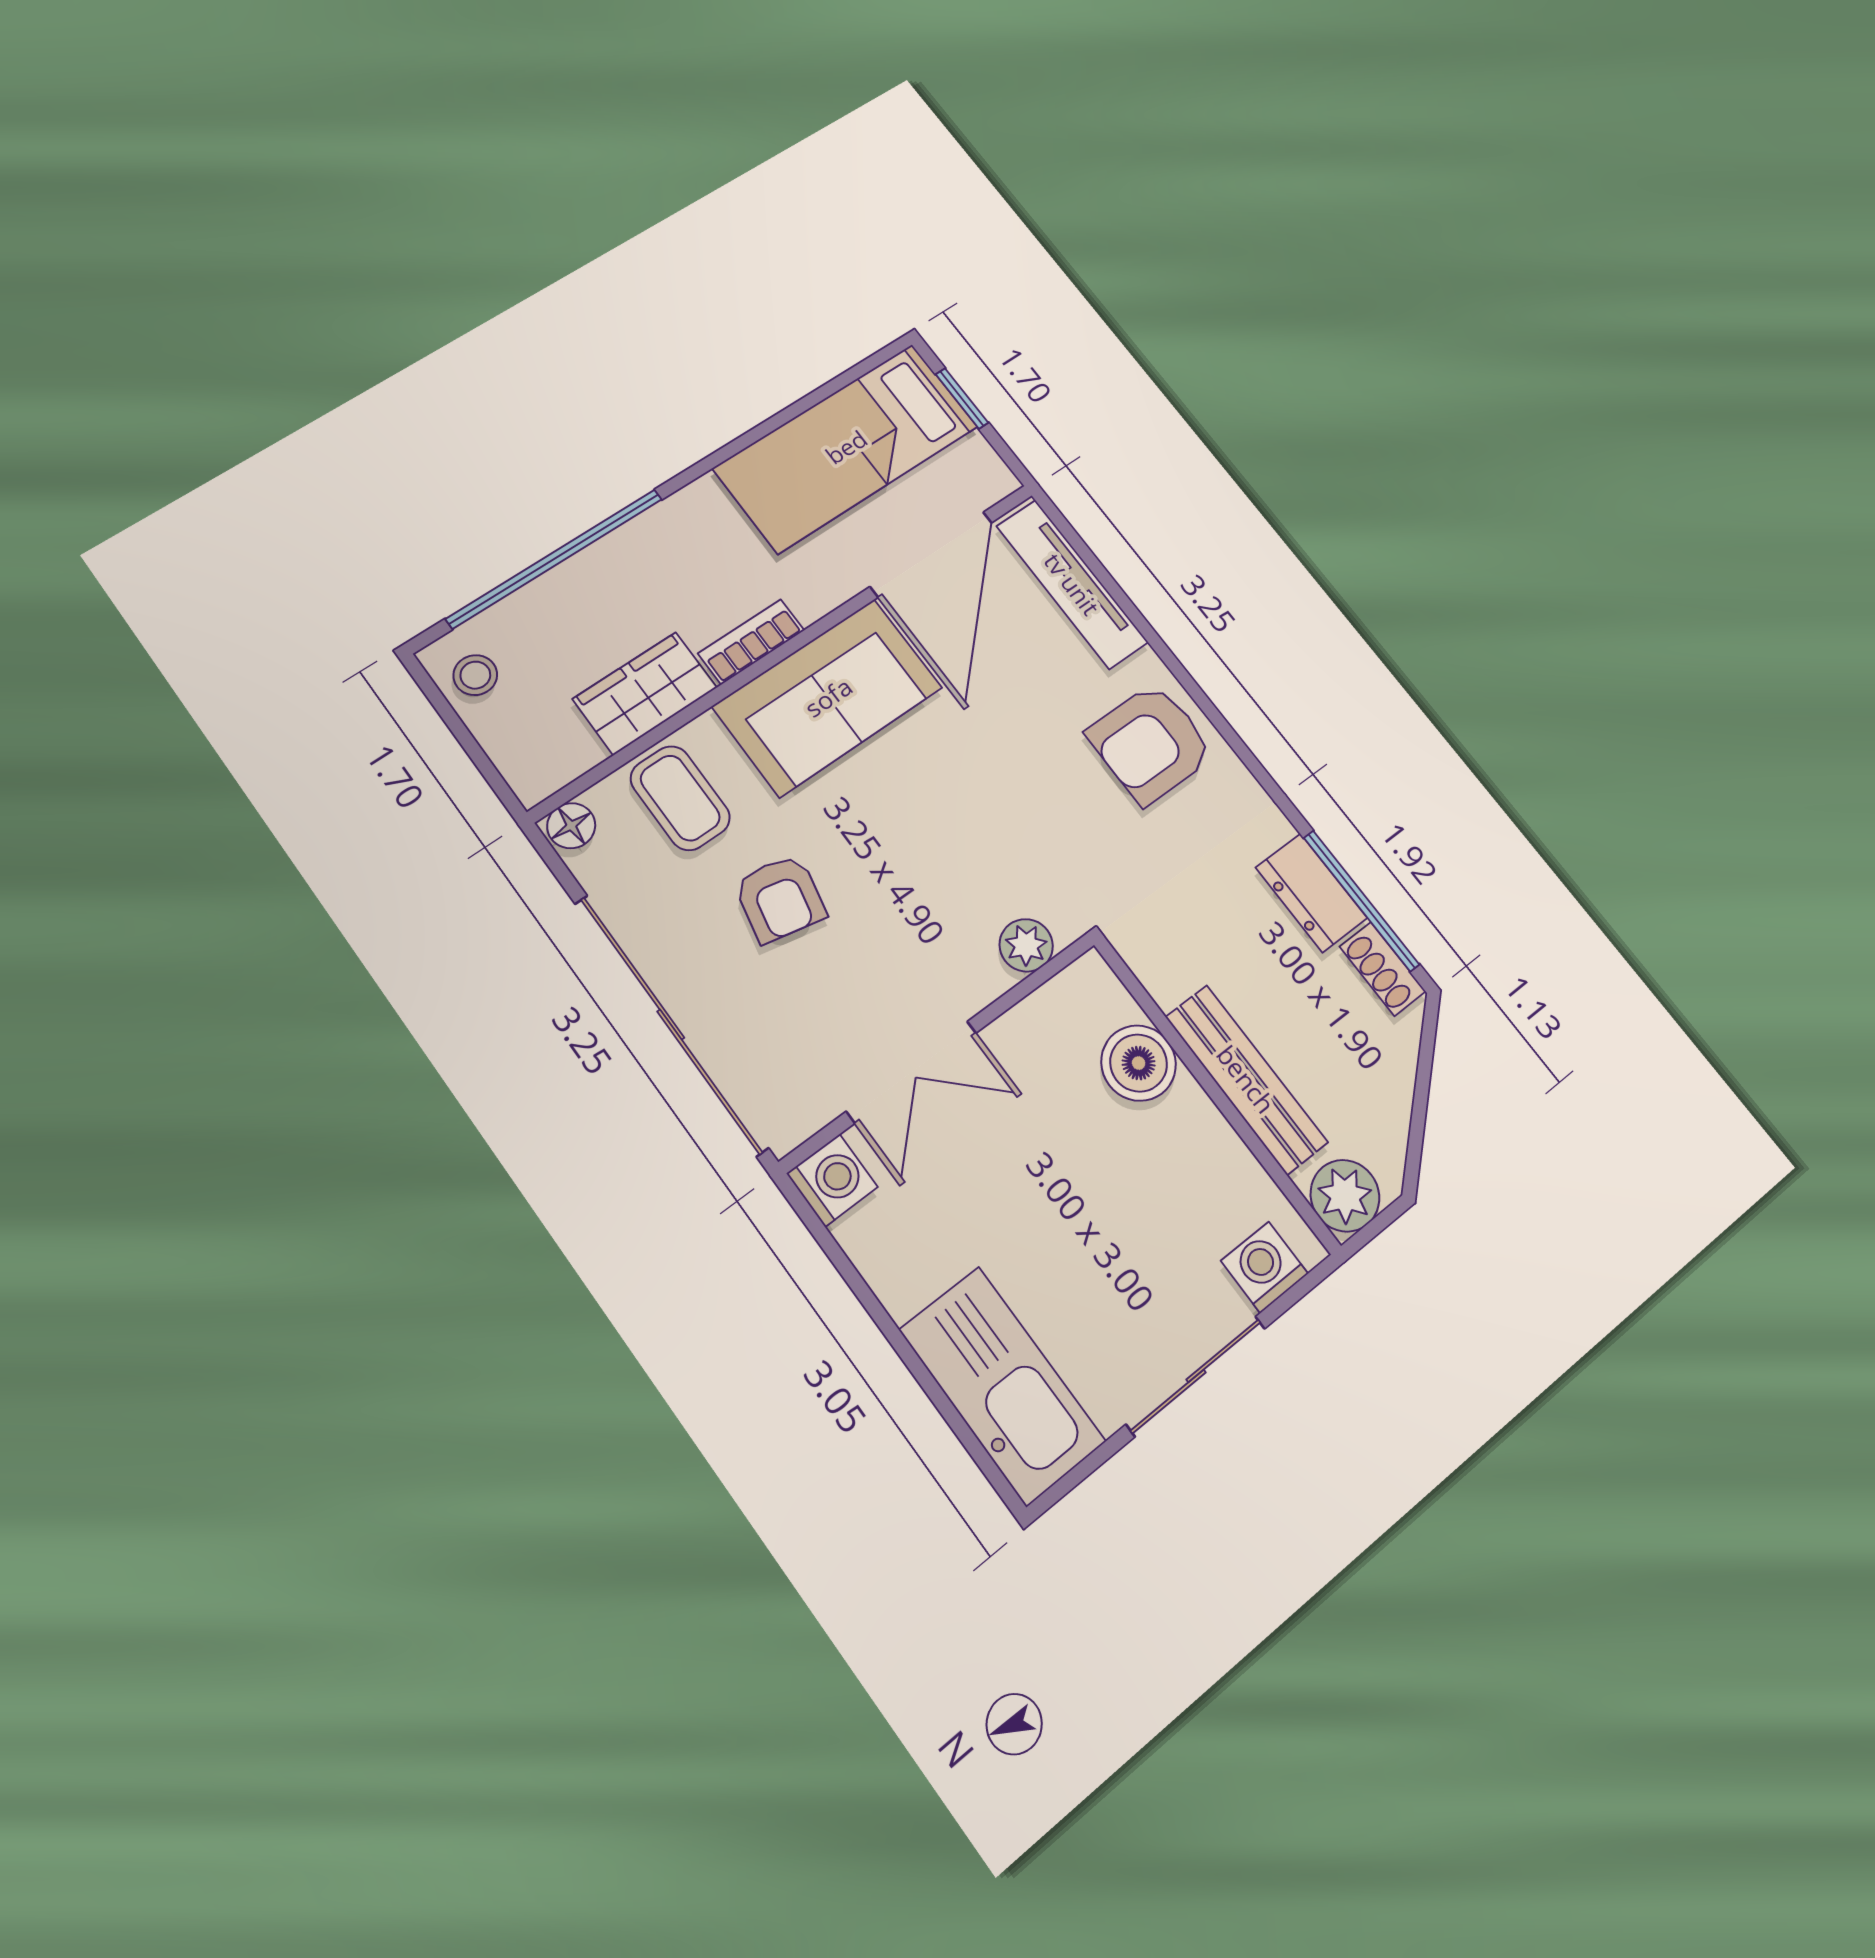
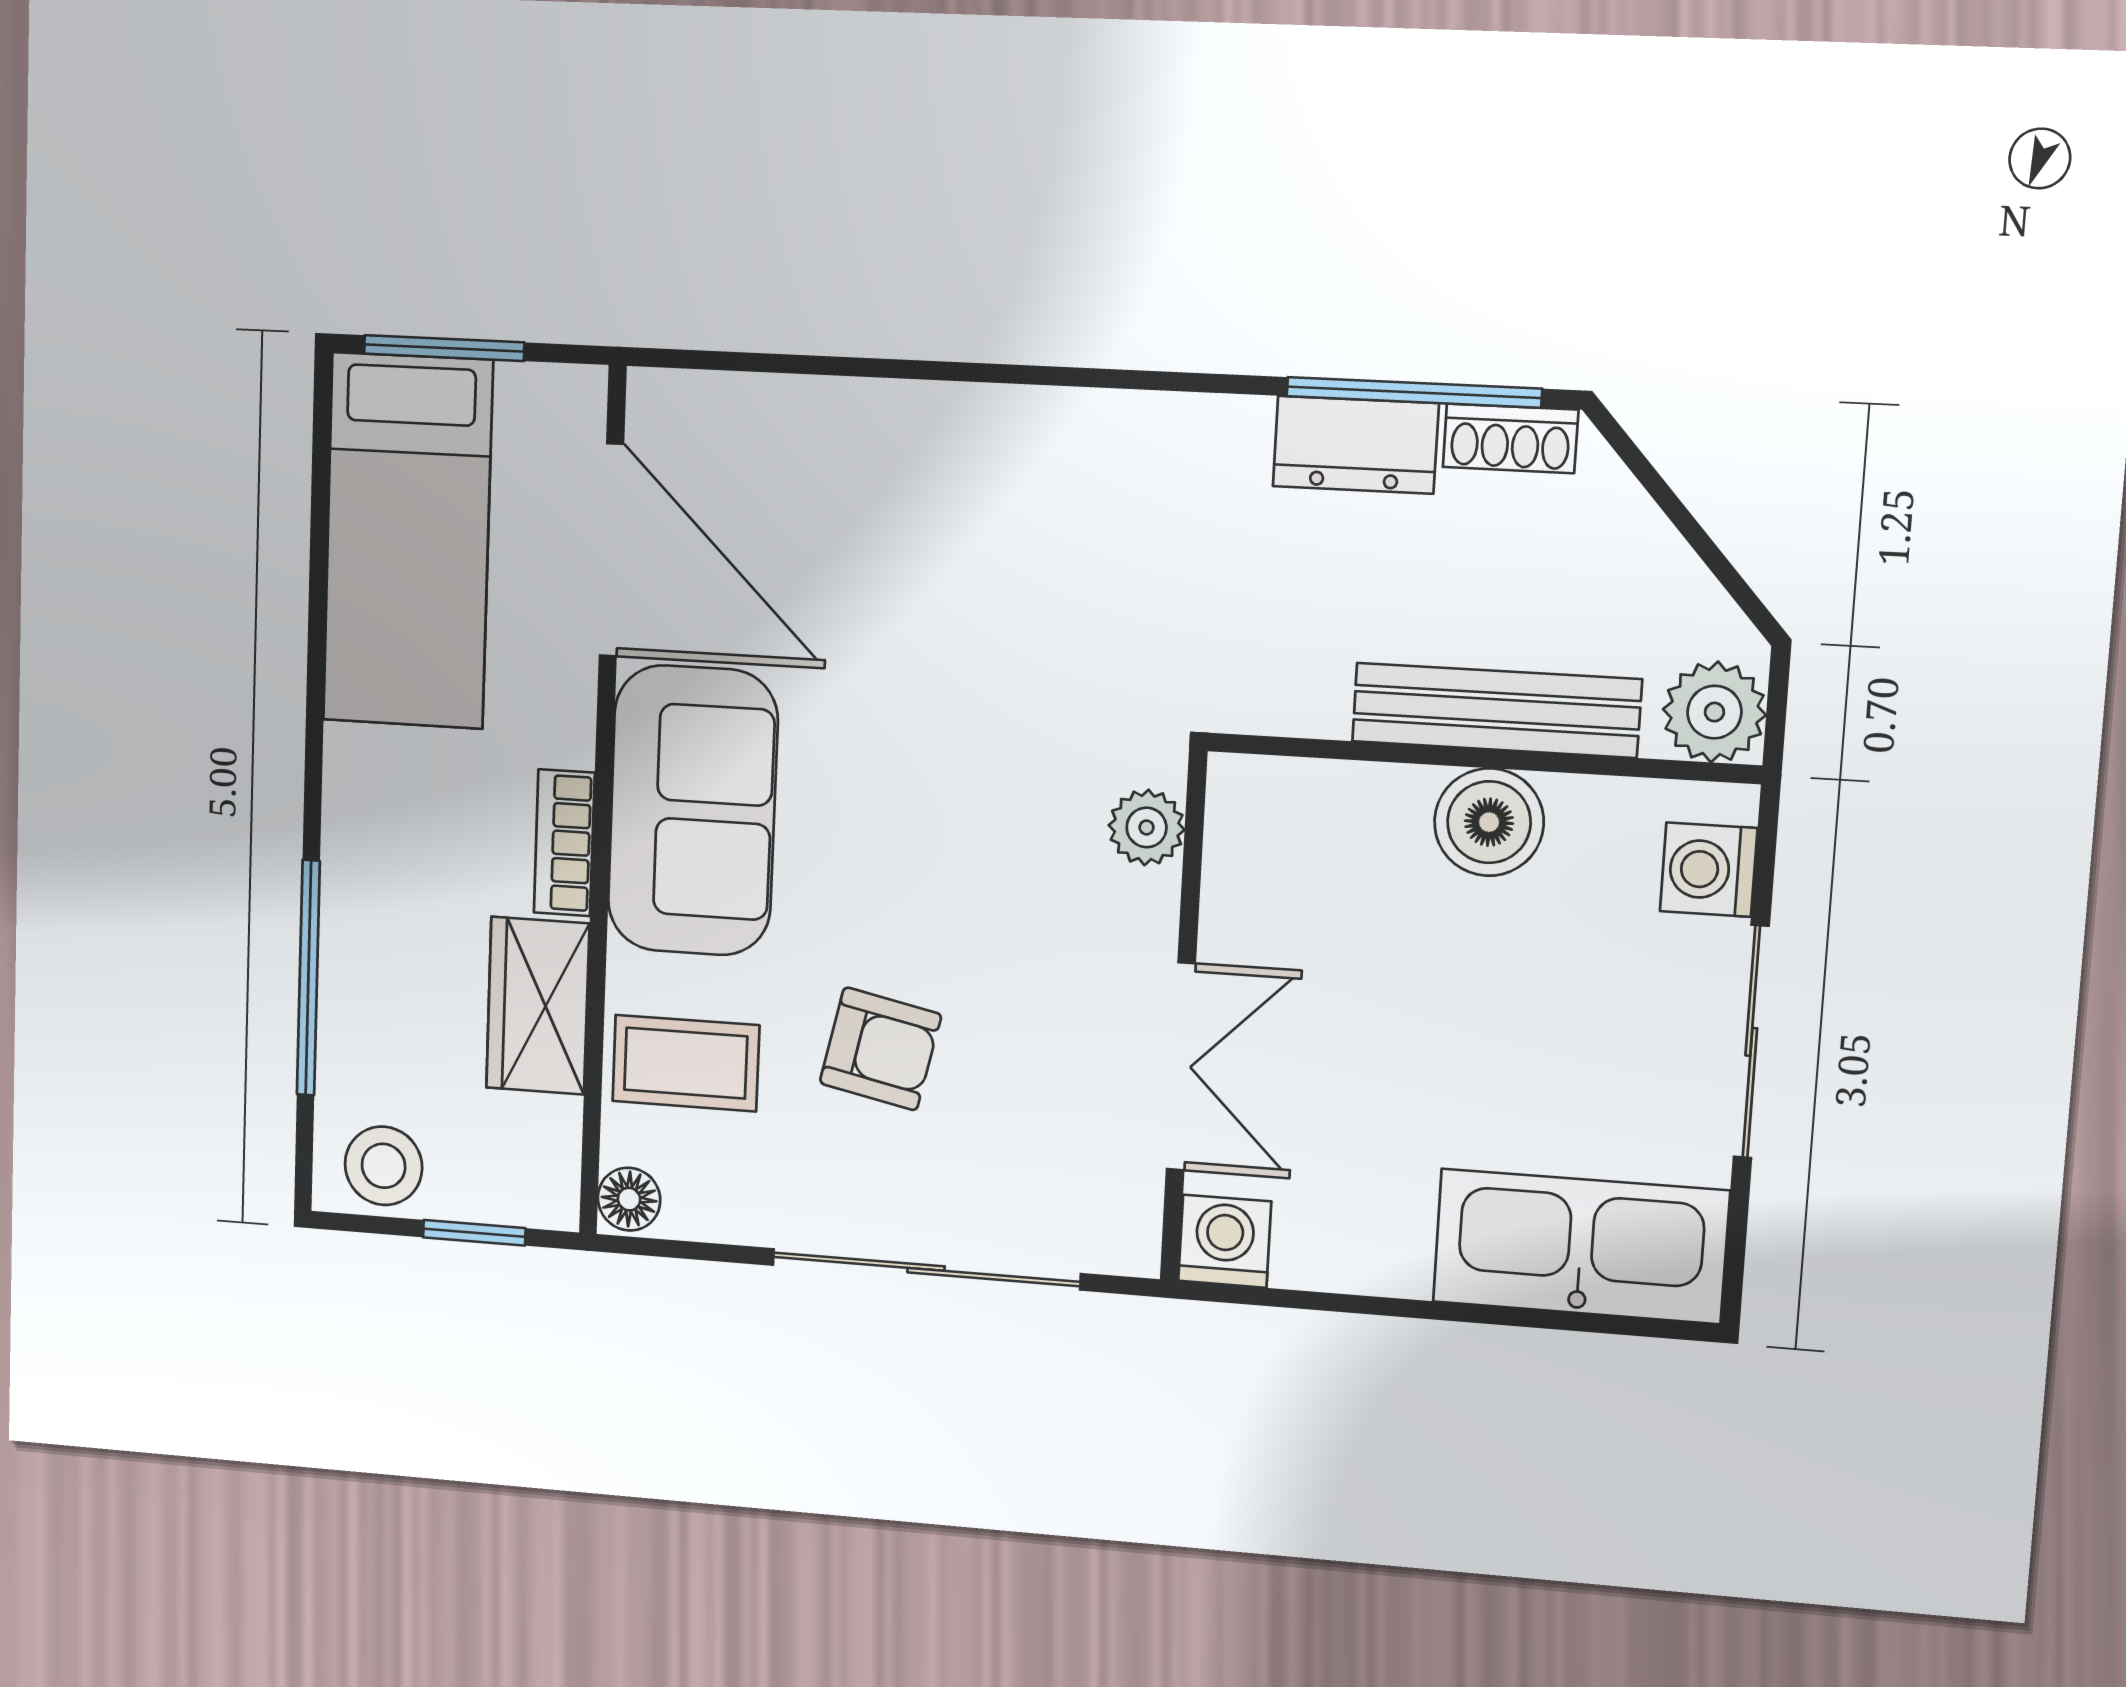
window: (962, 398) -> (444, 348), width x1.50
window: (555, 558) -> (308, 978), width x0.68
tv unit: (1072, 584) -> (771, 411), removed
stool: (475, 675) -> (384, 1166), width x1.37, depth x1.37
armchair: (1151, 743) -> (1033, 483), removed
window: (476, 754) -> (474, 1233), added
sliding door: (671, 1025) -> (926, 1269), width x0.73
boiler: (1139, 1063) -> (1489, 822), moved

